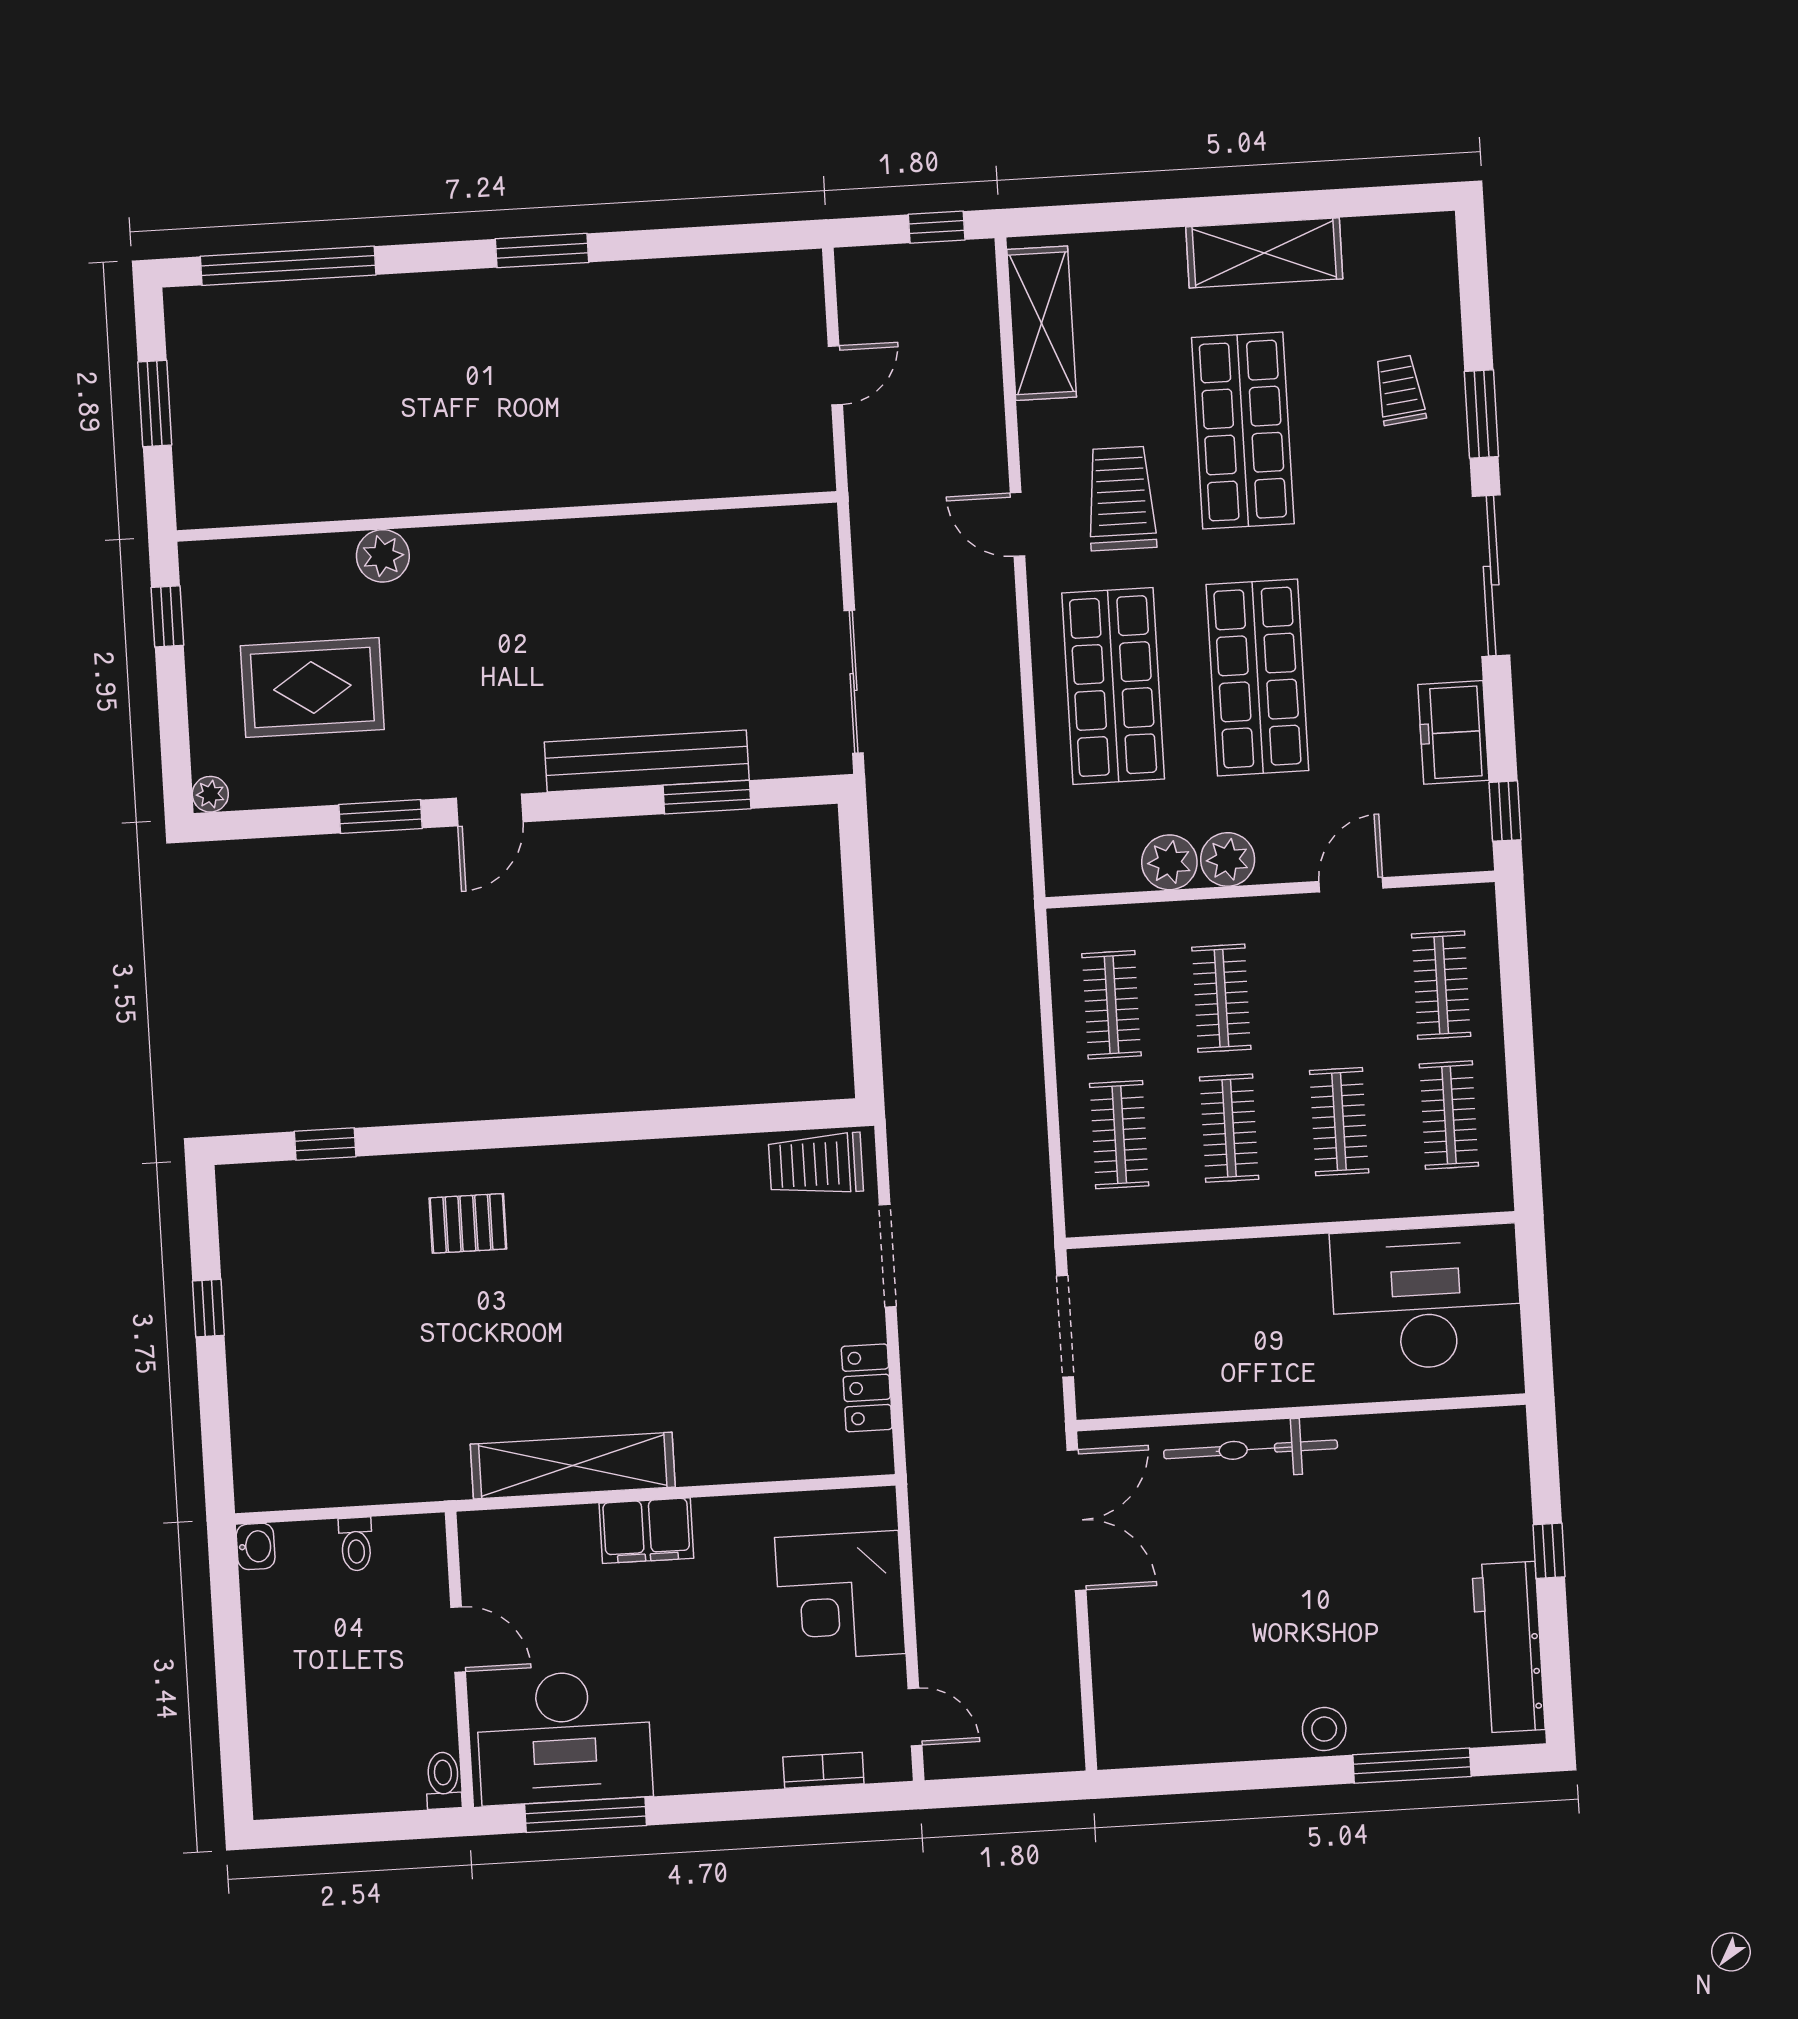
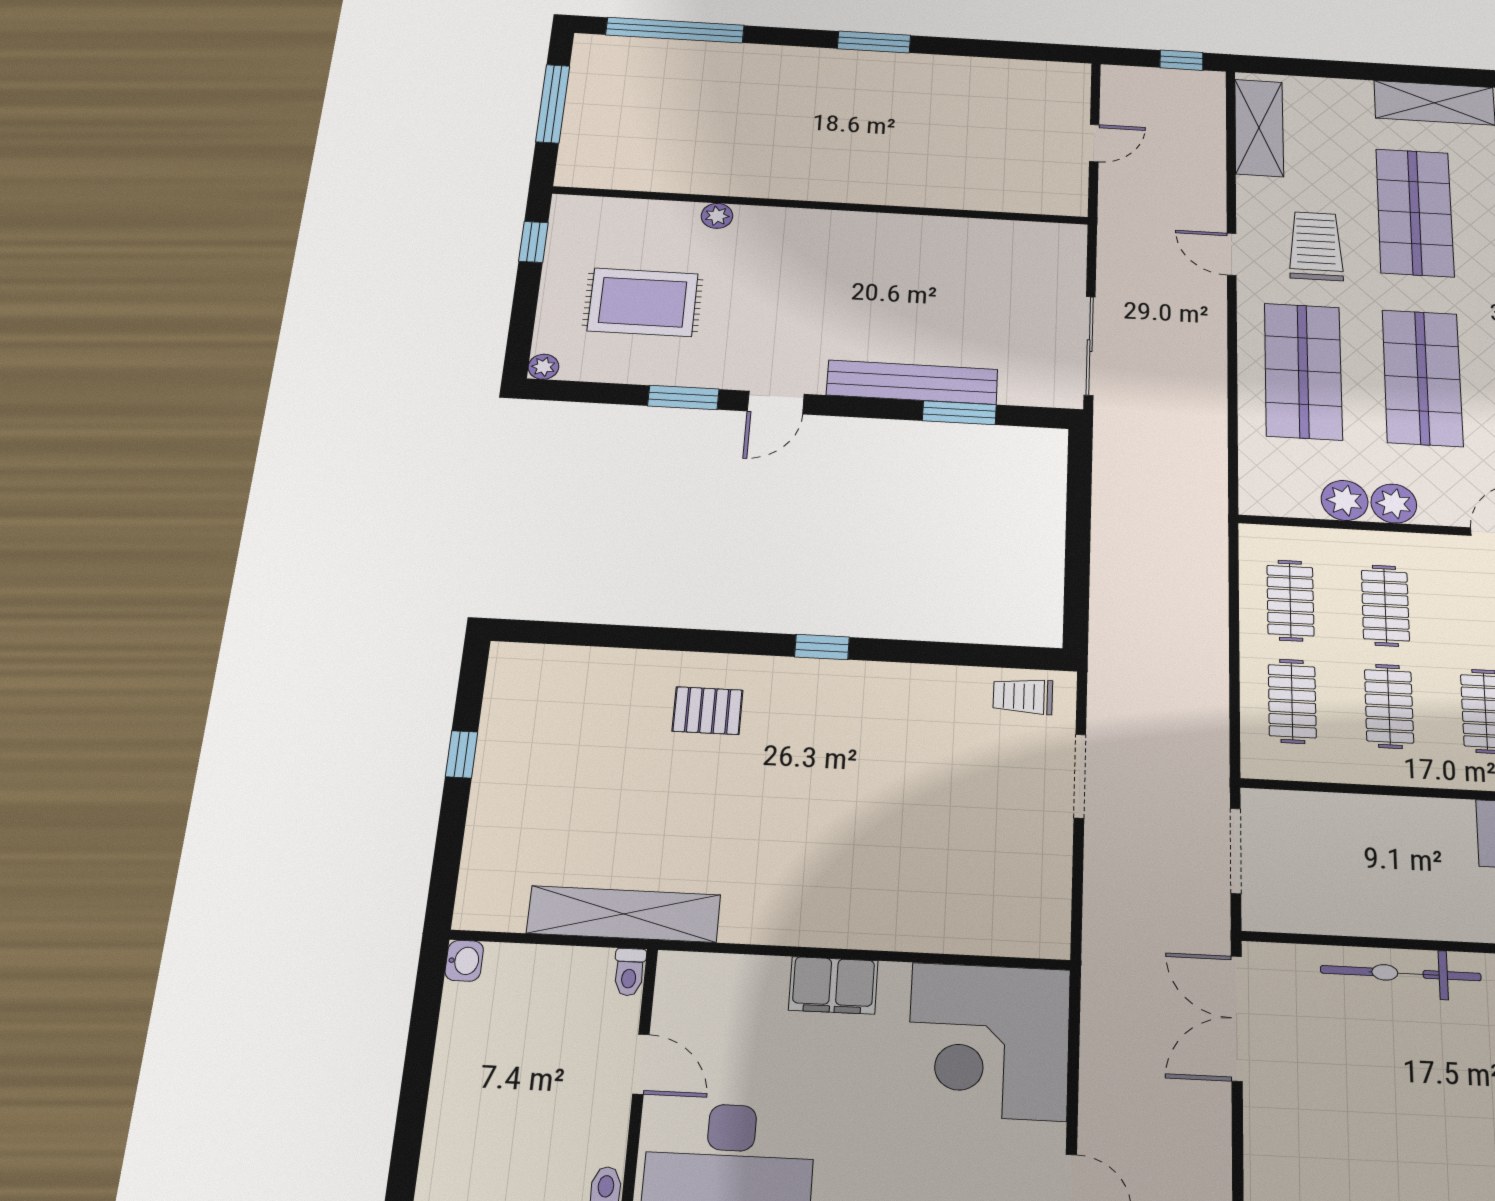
window: (155, 404) -> (553, 104), width x1.44
plant: (383, 556) -> (717, 216), width x0.73, depth x0.73
window: (325, 1144) -> (822, 647), moved
trolley: (816, 1164) -> (1023, 696), width x0.73, depth x0.72
locker: (867, 1388) -> (1051, 884), removed
shelving: (573, 1466) -> (624, 914), moved
double door: (1077, 1520) -> (1237, 1018), swing flipped
toilet: (356, 1544) -> (629, 972), moved
corner desk: (840, 1596) -> (989, 1041), width x1.36, depth x1.36

